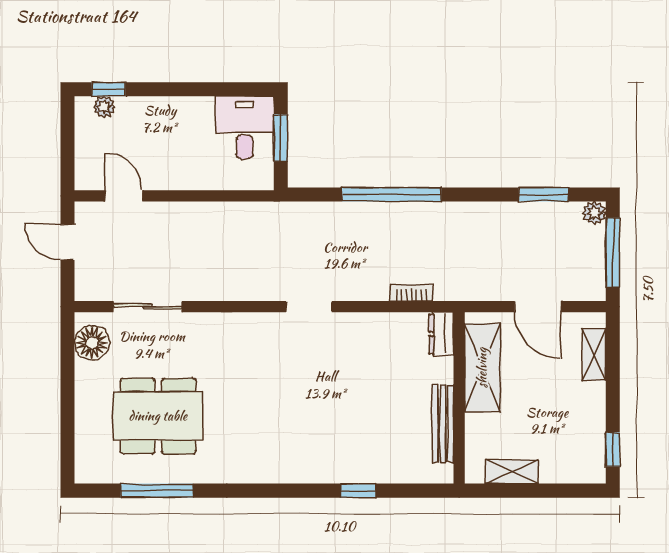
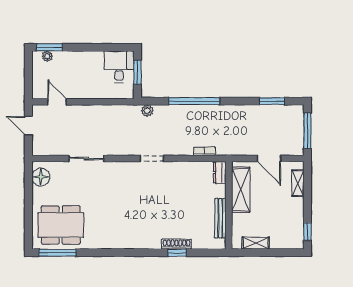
window: (108, 89) -> (49, 47), width x1.50
plant: (594, 213) -> (147, 111), moved
sliding door: (148, 307) -> (86, 158), moved
dining table: (158, 416) -> (61, 225), moved
shoe rack: (357, 474) -> (176, 244), added
window: (157, 491) -> (57, 253), moved

